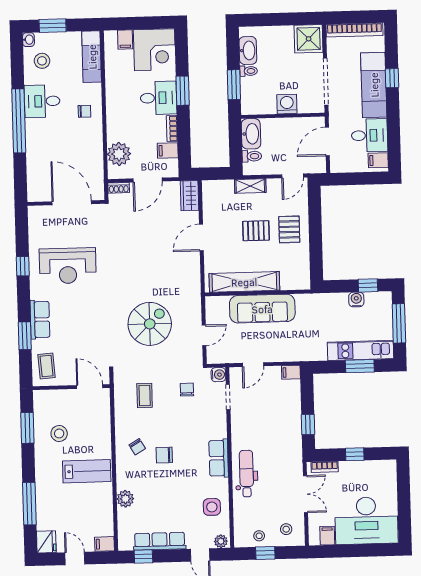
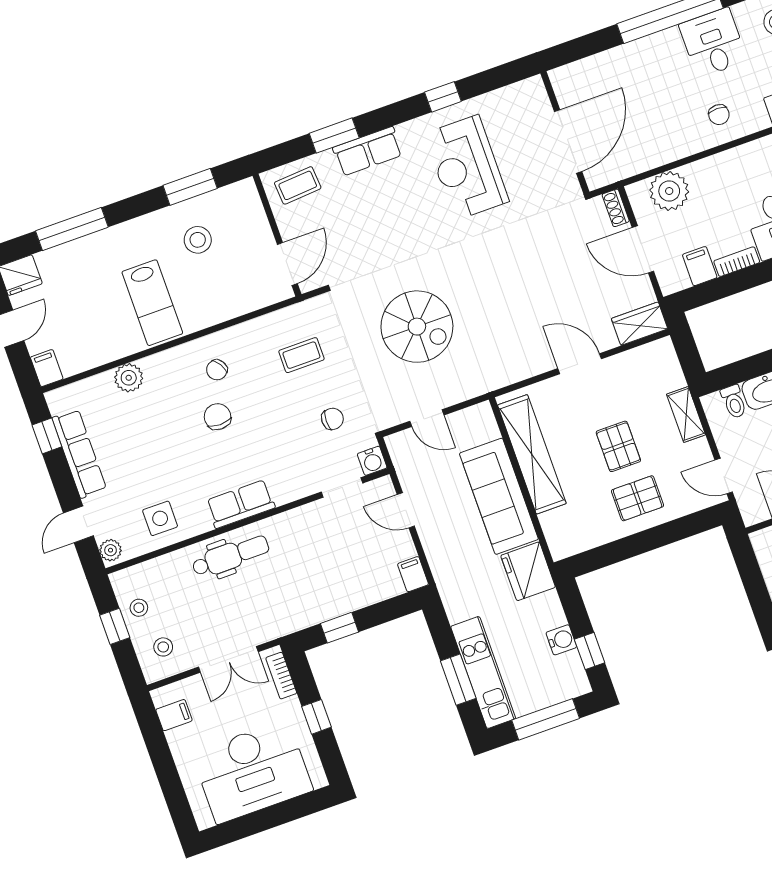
fridge: (311, 306) -> (528, 571), added
desk: (366, 521) -> (252, 771), moved, turned -90

